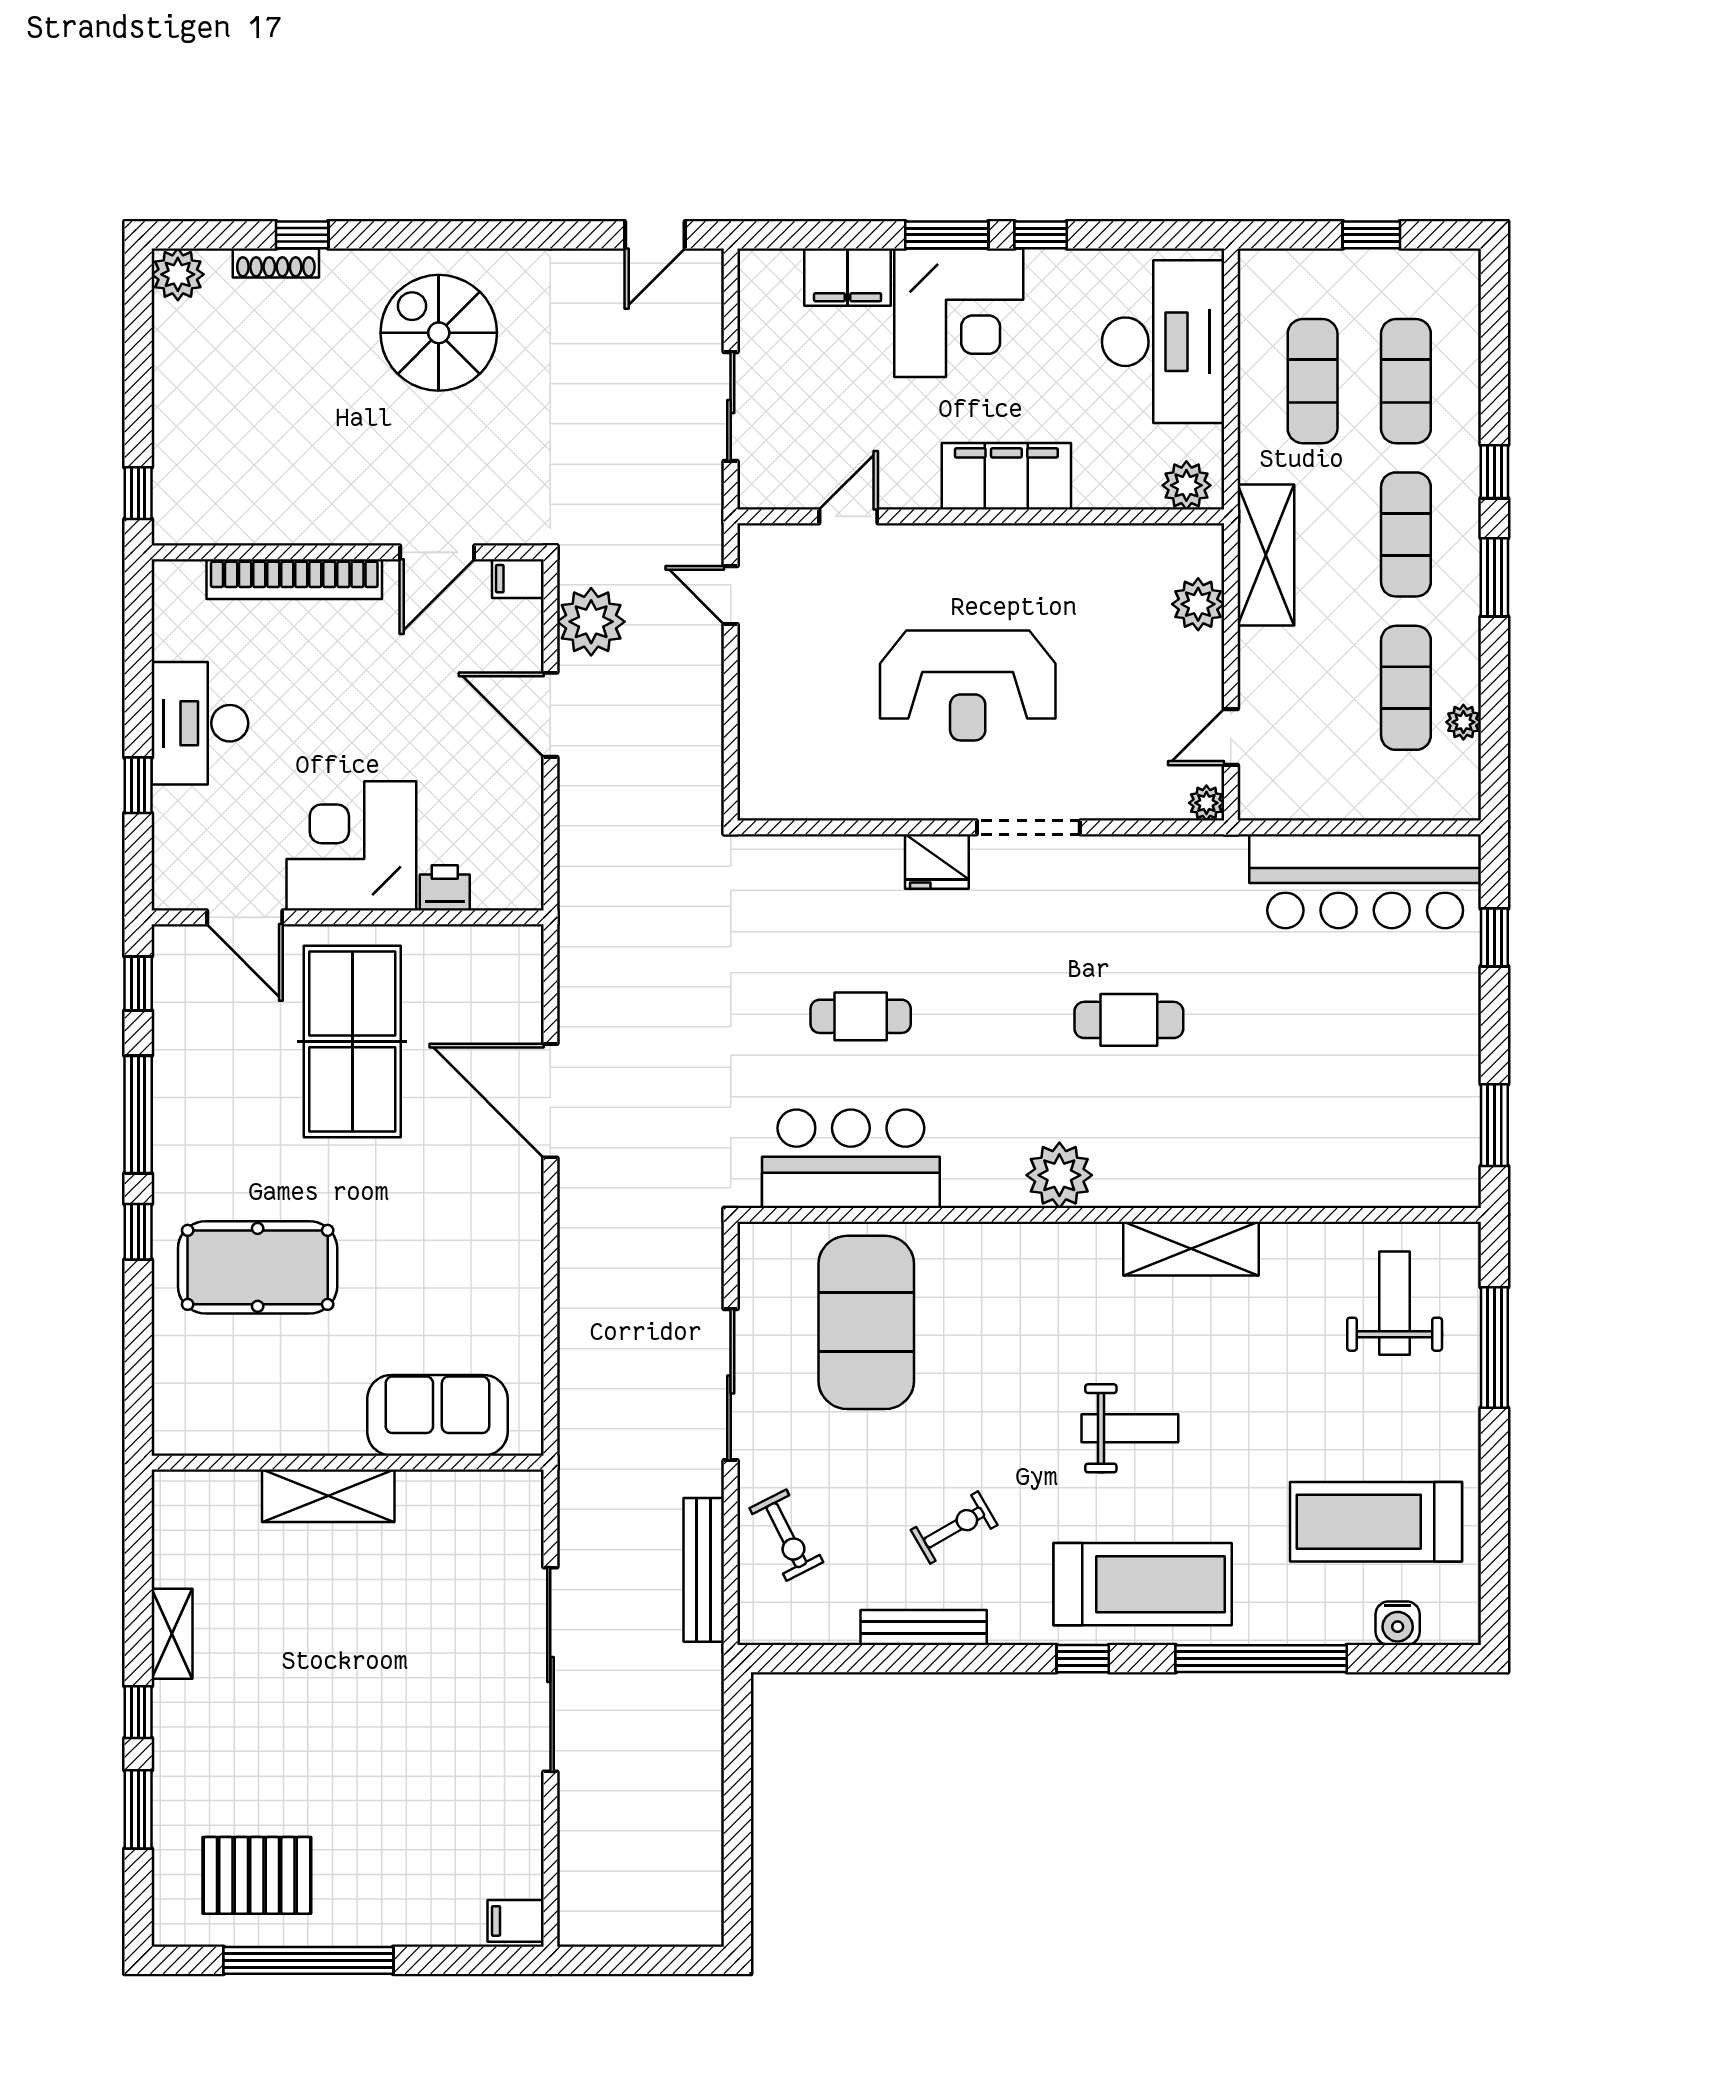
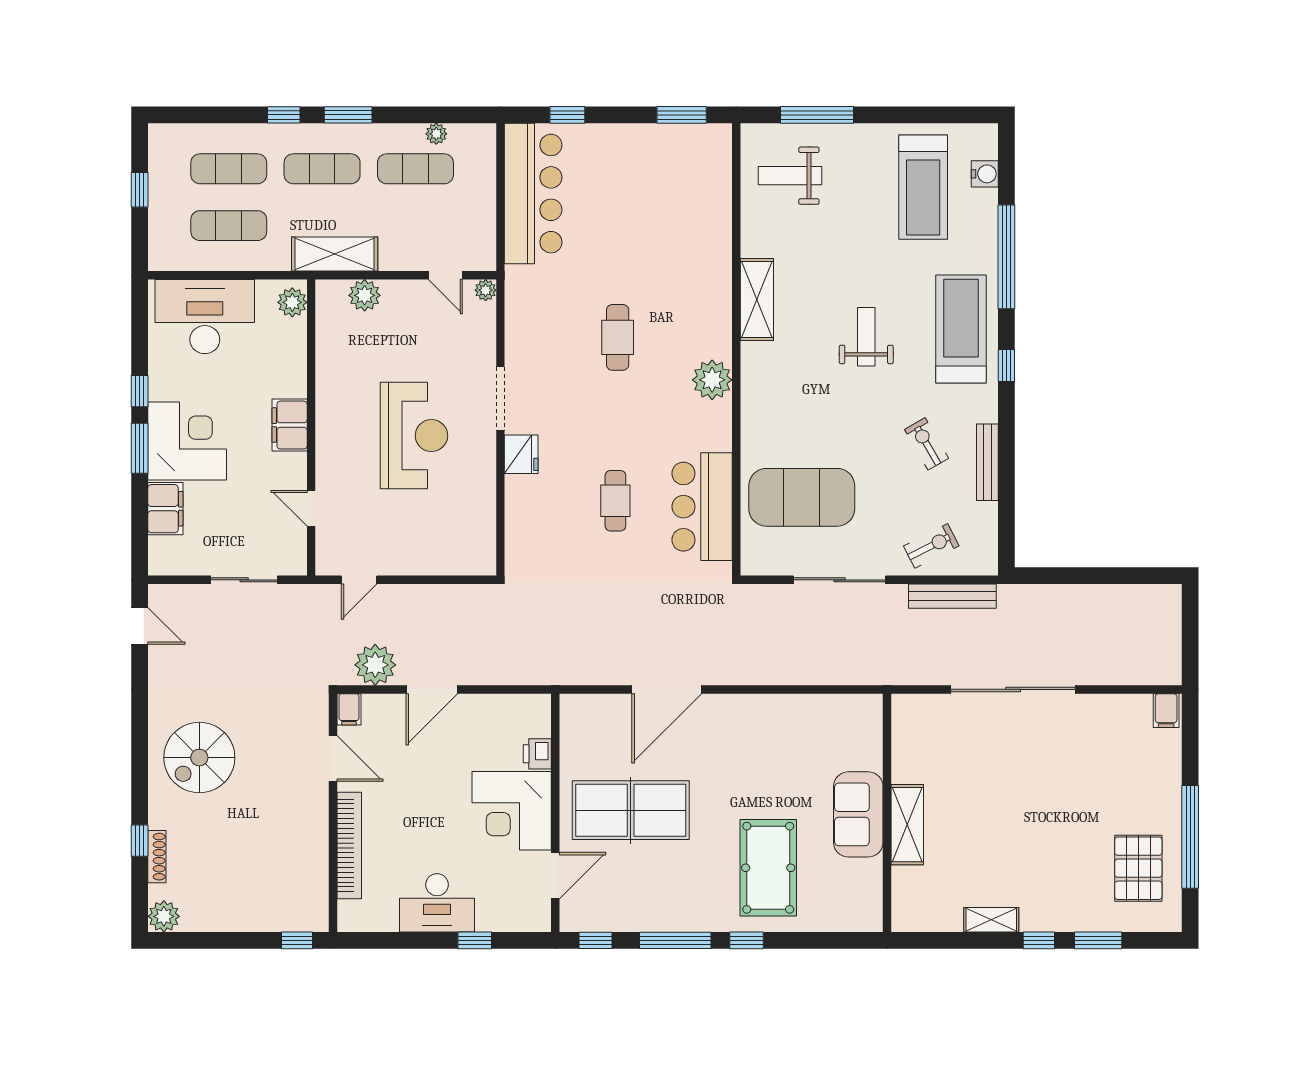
filing cabinet: (1006, 476) -> (290, 425), width x0.67, depth x0.86
sofa: (437, 1415) -> (858, 814), moved

